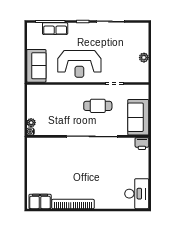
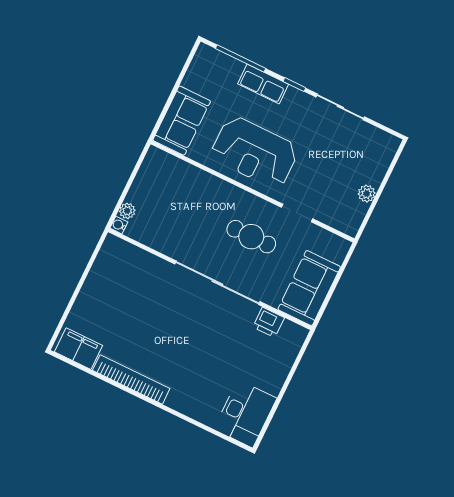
row of seats: (55, 29) -> (263, 84), moved
printer: (142, 144) -> (269, 322), moved

